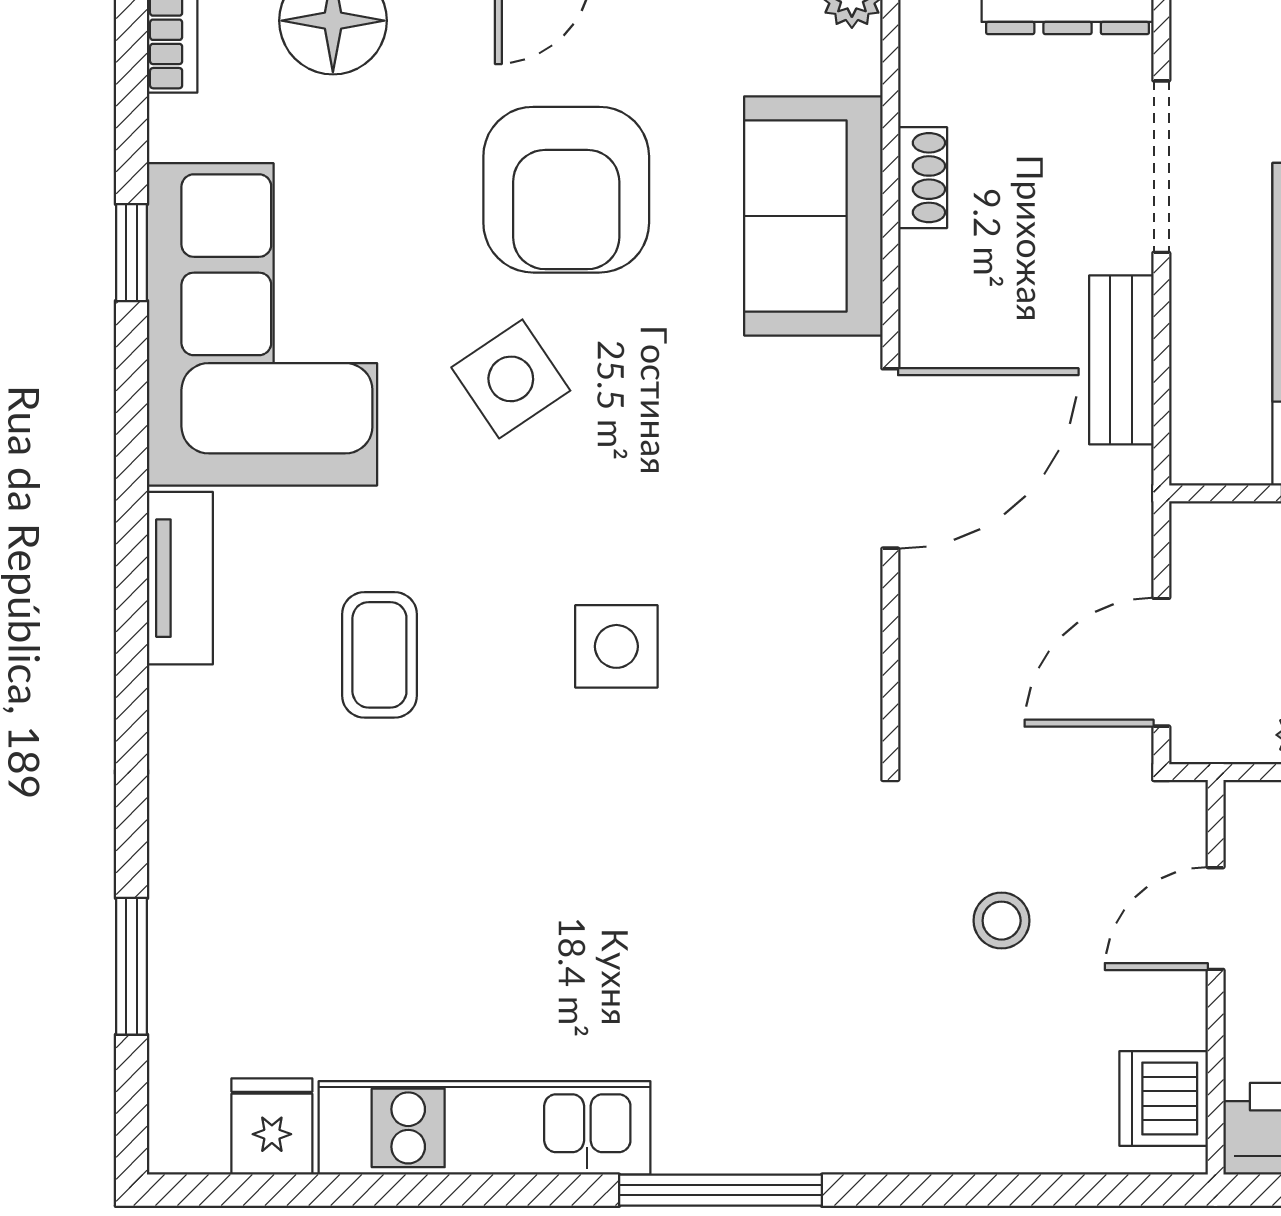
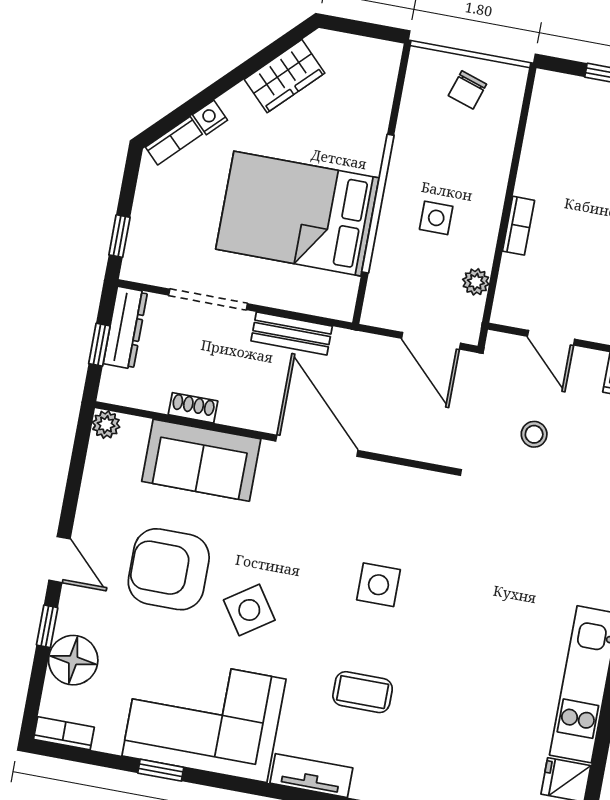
armchair: (566, 190) -> (169, 569), turned 180

